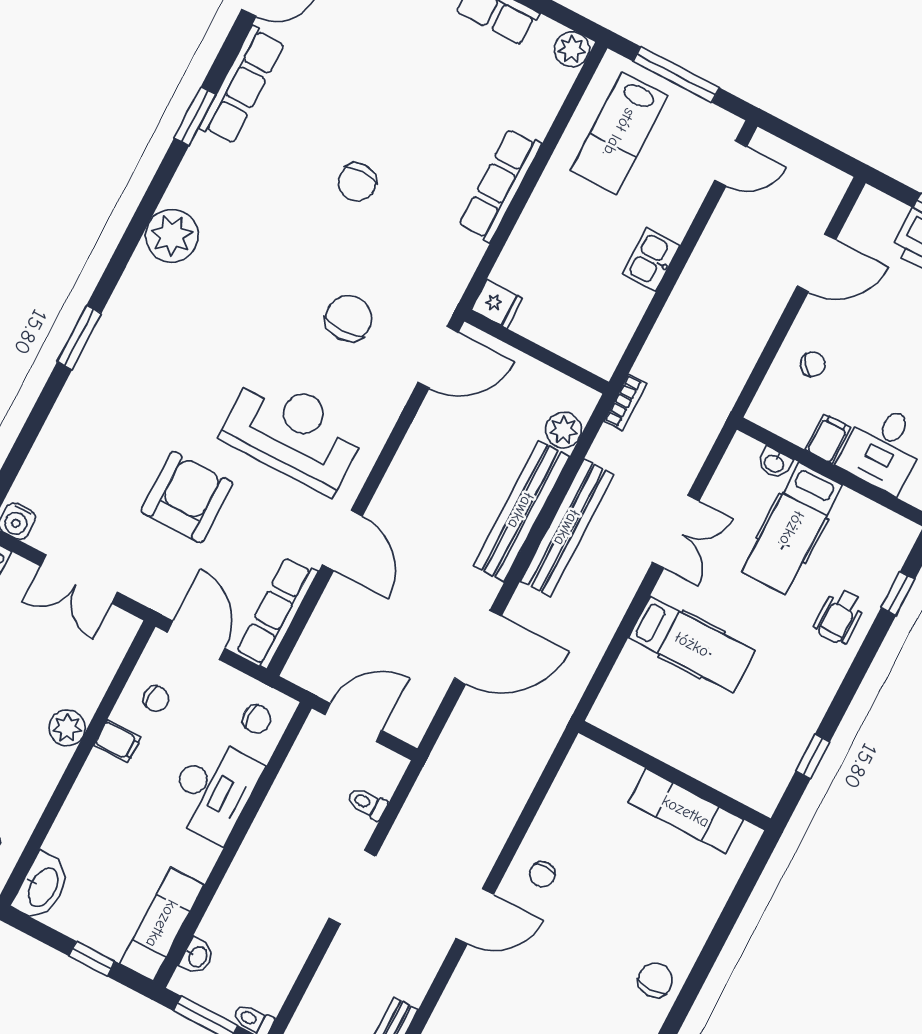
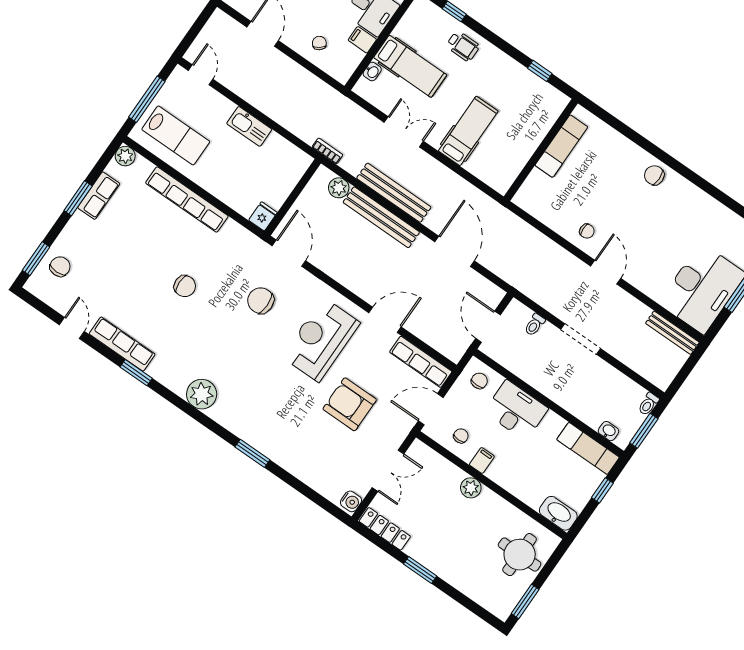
row of seats: (500, 185) -> (187, 199), width x1.36
kitchen sink: (651, 260) -> (249, 126), width x1.38

